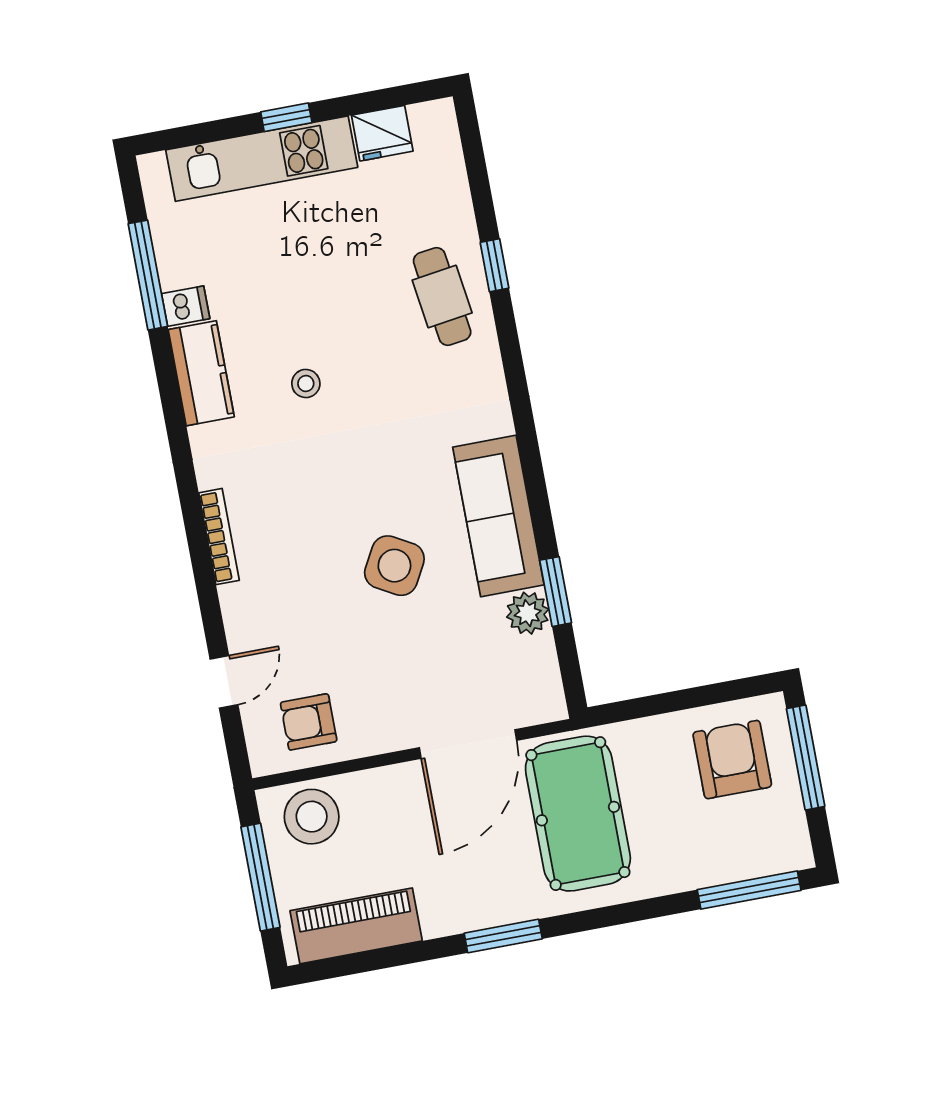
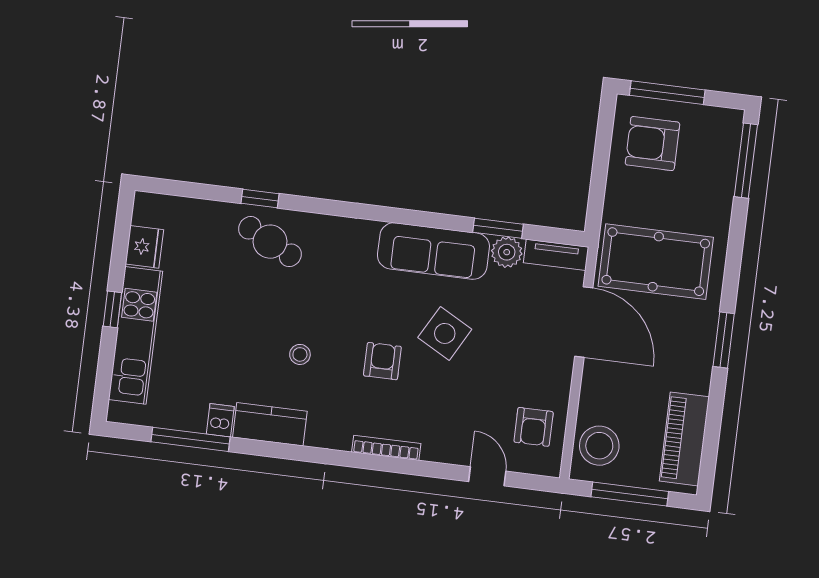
cafe table: (442, 296) -> (270, 242), turned 35
armchair: (332, 495) -> (382, 361), added
tv unit: (545, 679) -> (556, 255), added

